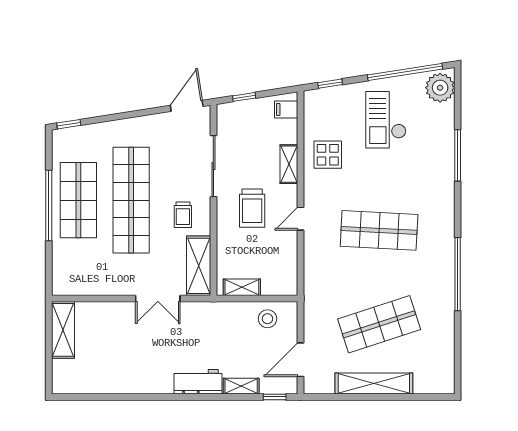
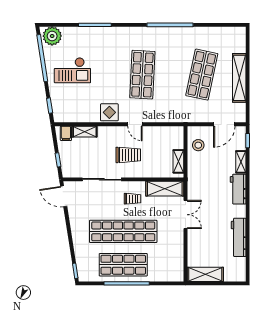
display table: (328, 155) -> (109, 112), moved
shelving: (289, 164) -> (85, 132), moved
shop shelf: (379, 324) -> (202, 75), turned 30
door: (301, 360) -> (224, 124), hinge flipped
workbench: (122, 383) -> (239, 237), added

